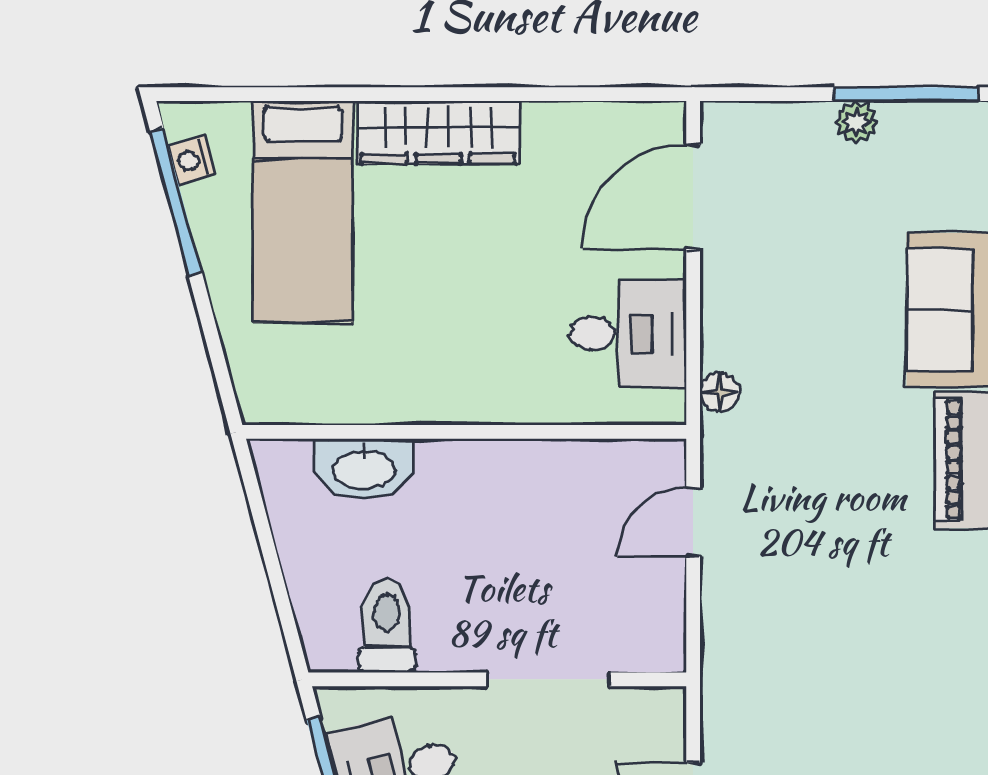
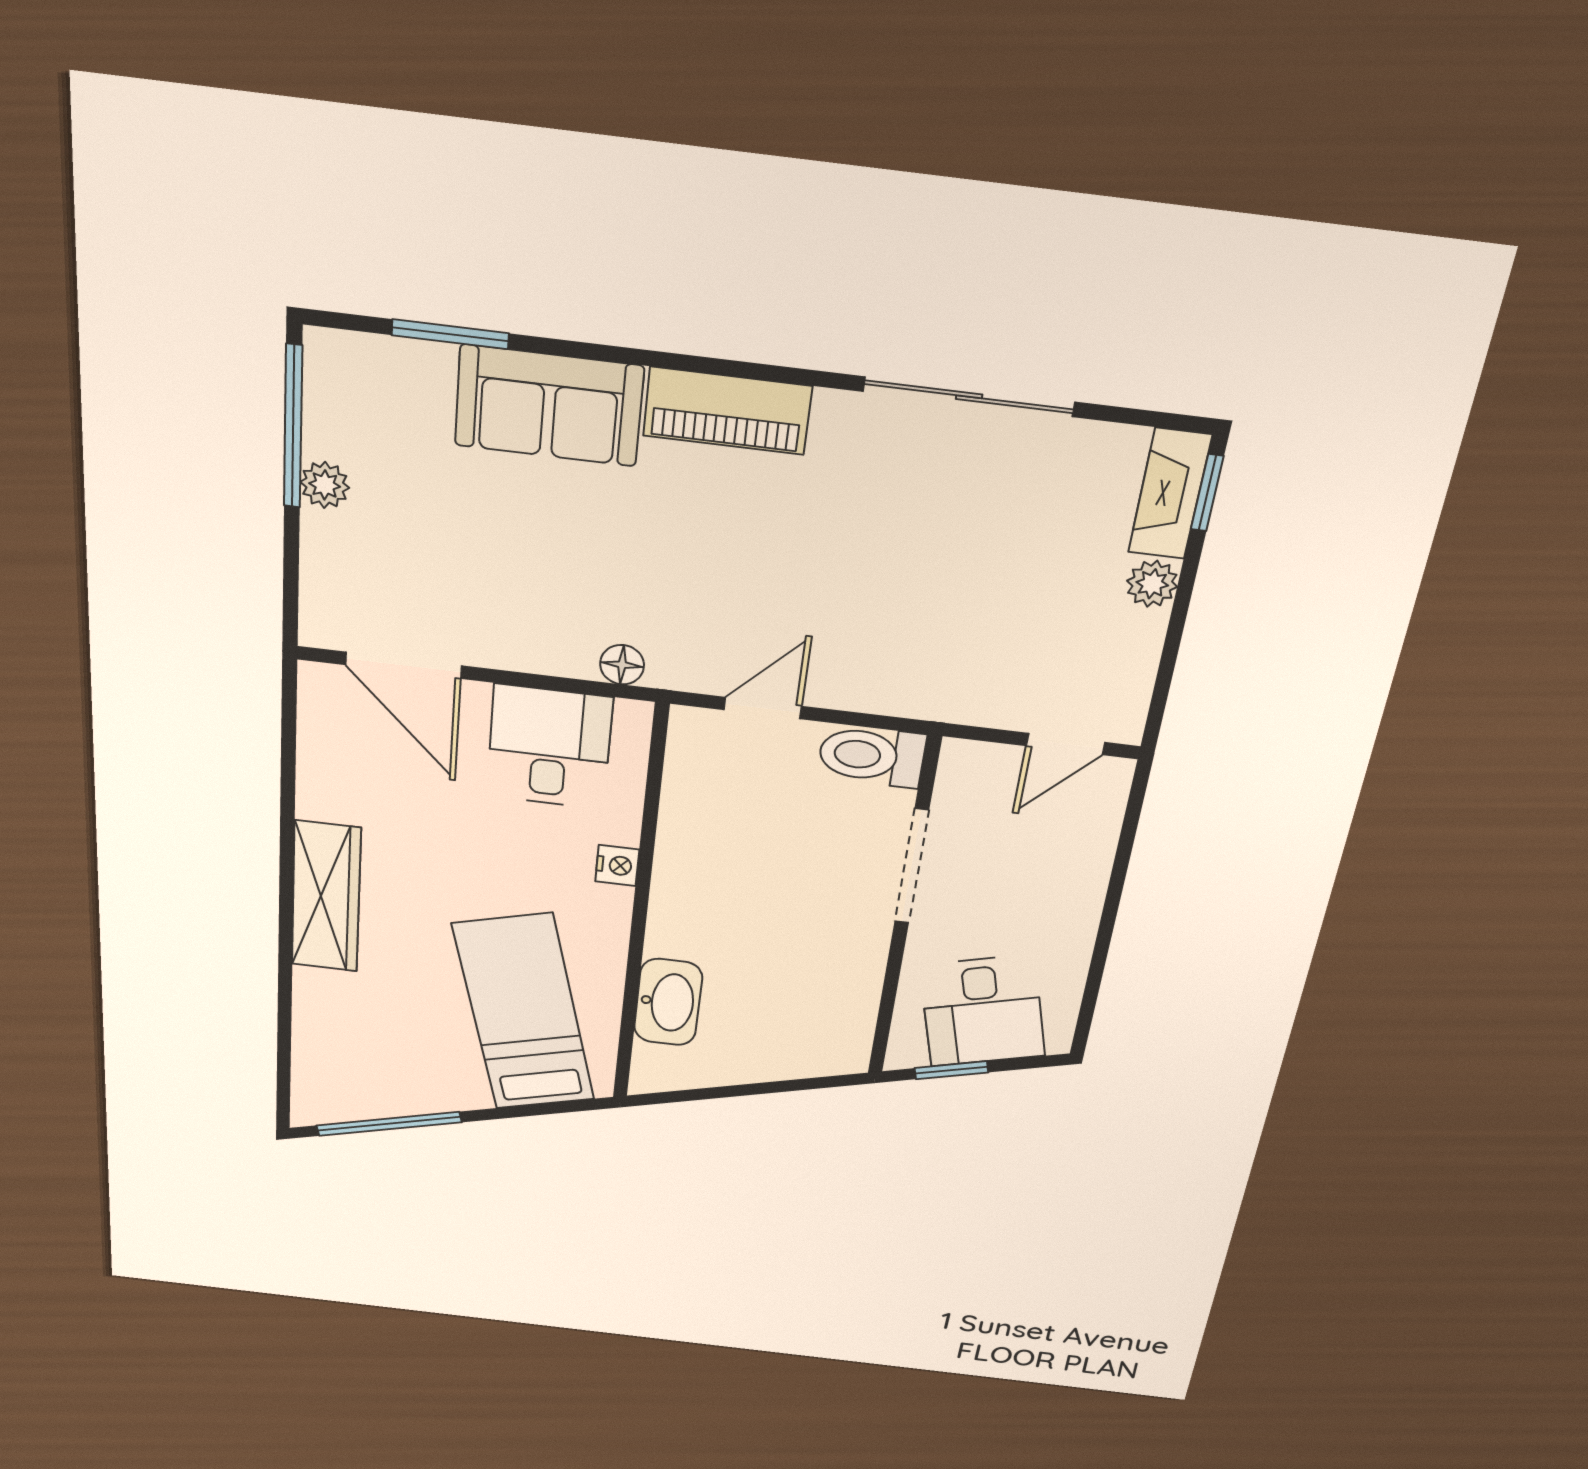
nightstand: (192, 160) -> (617, 865), moved, turned -75
bed: (303, 211) -> (524, 1013), moved, turned -105
door: (693, 522) -> (763, 708), swing flipped
toilet: (387, 626) -> (872, 756), moved

